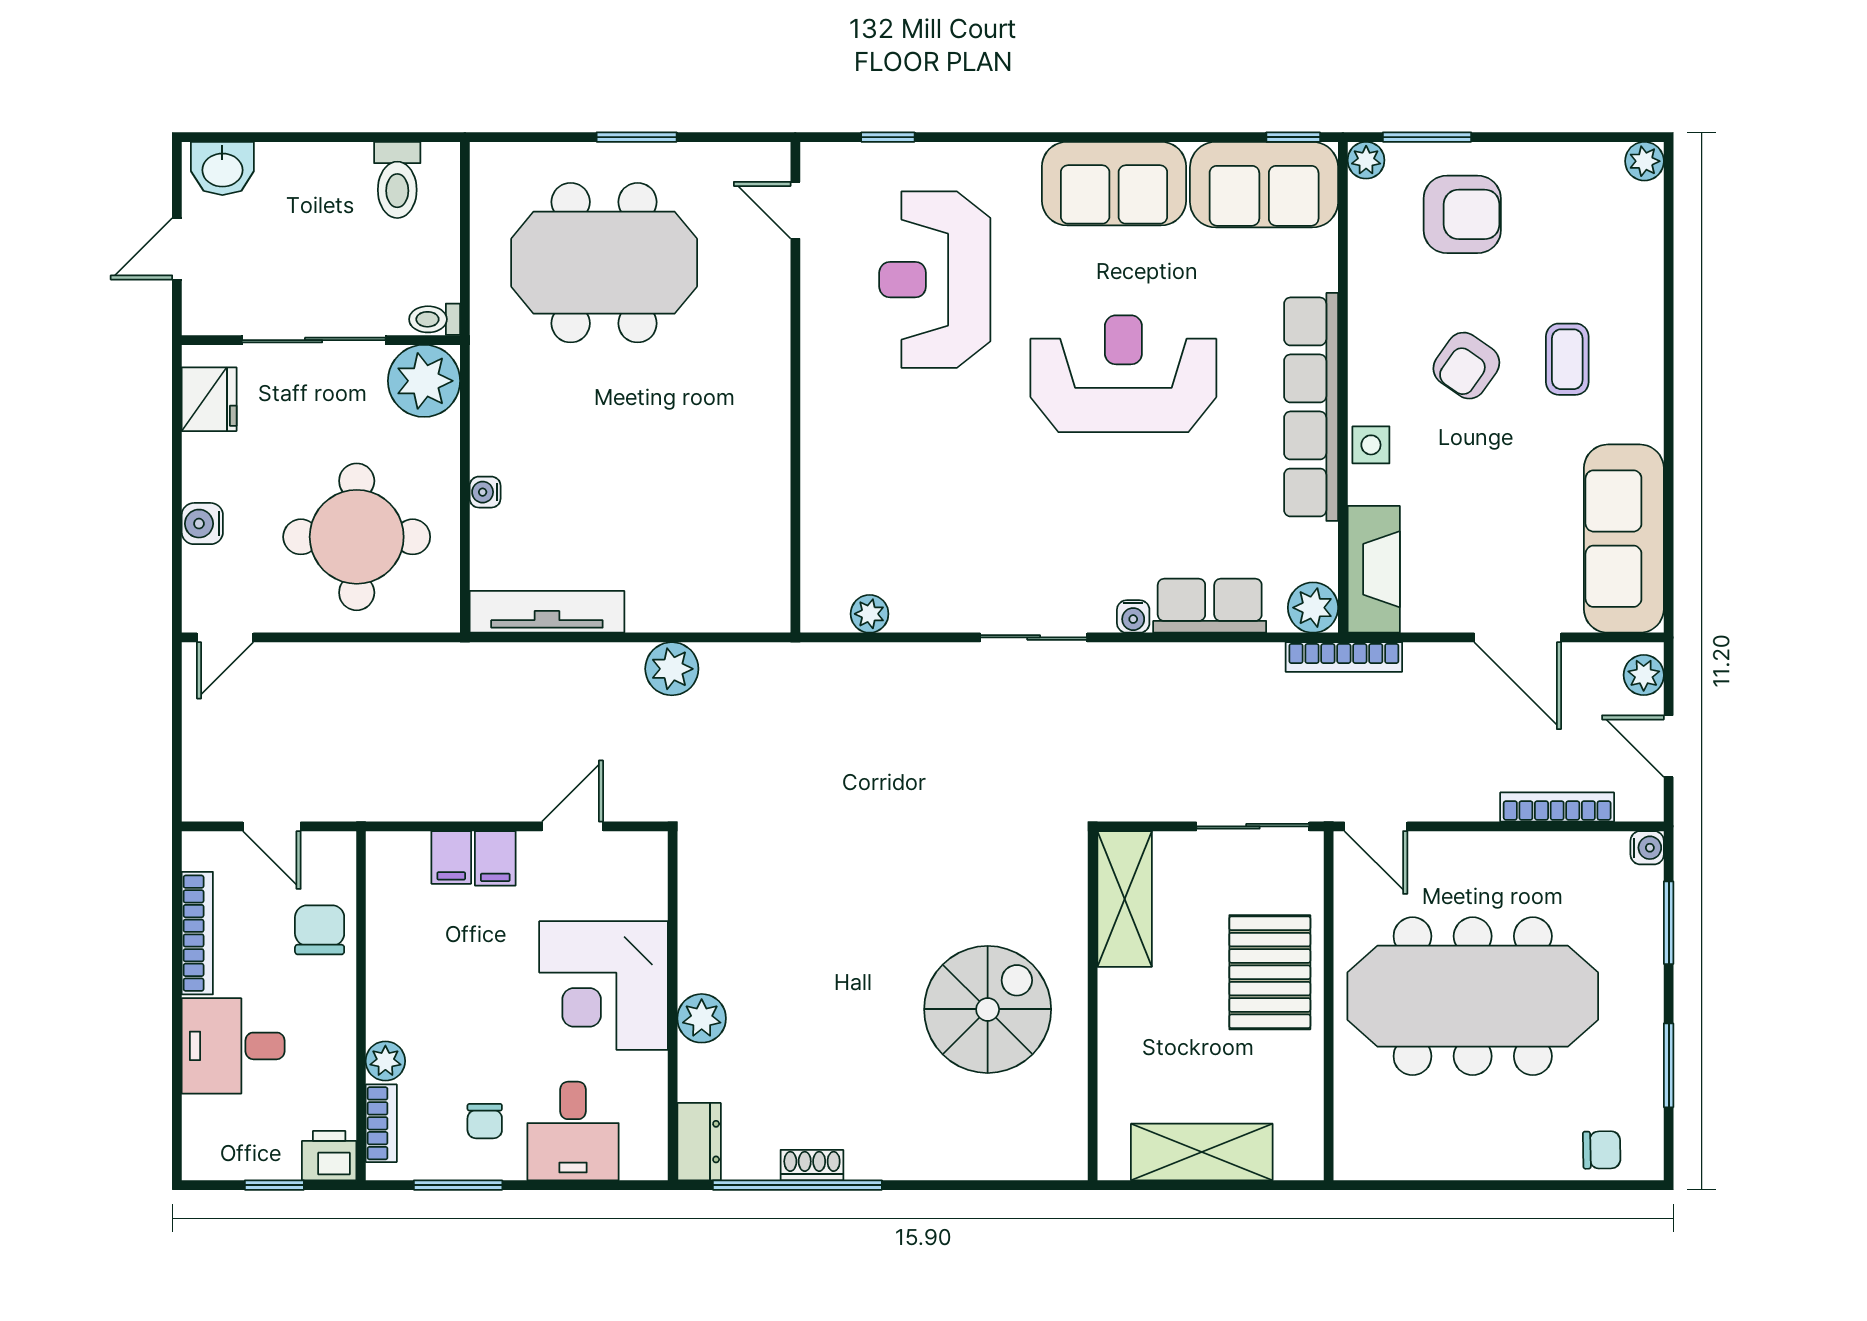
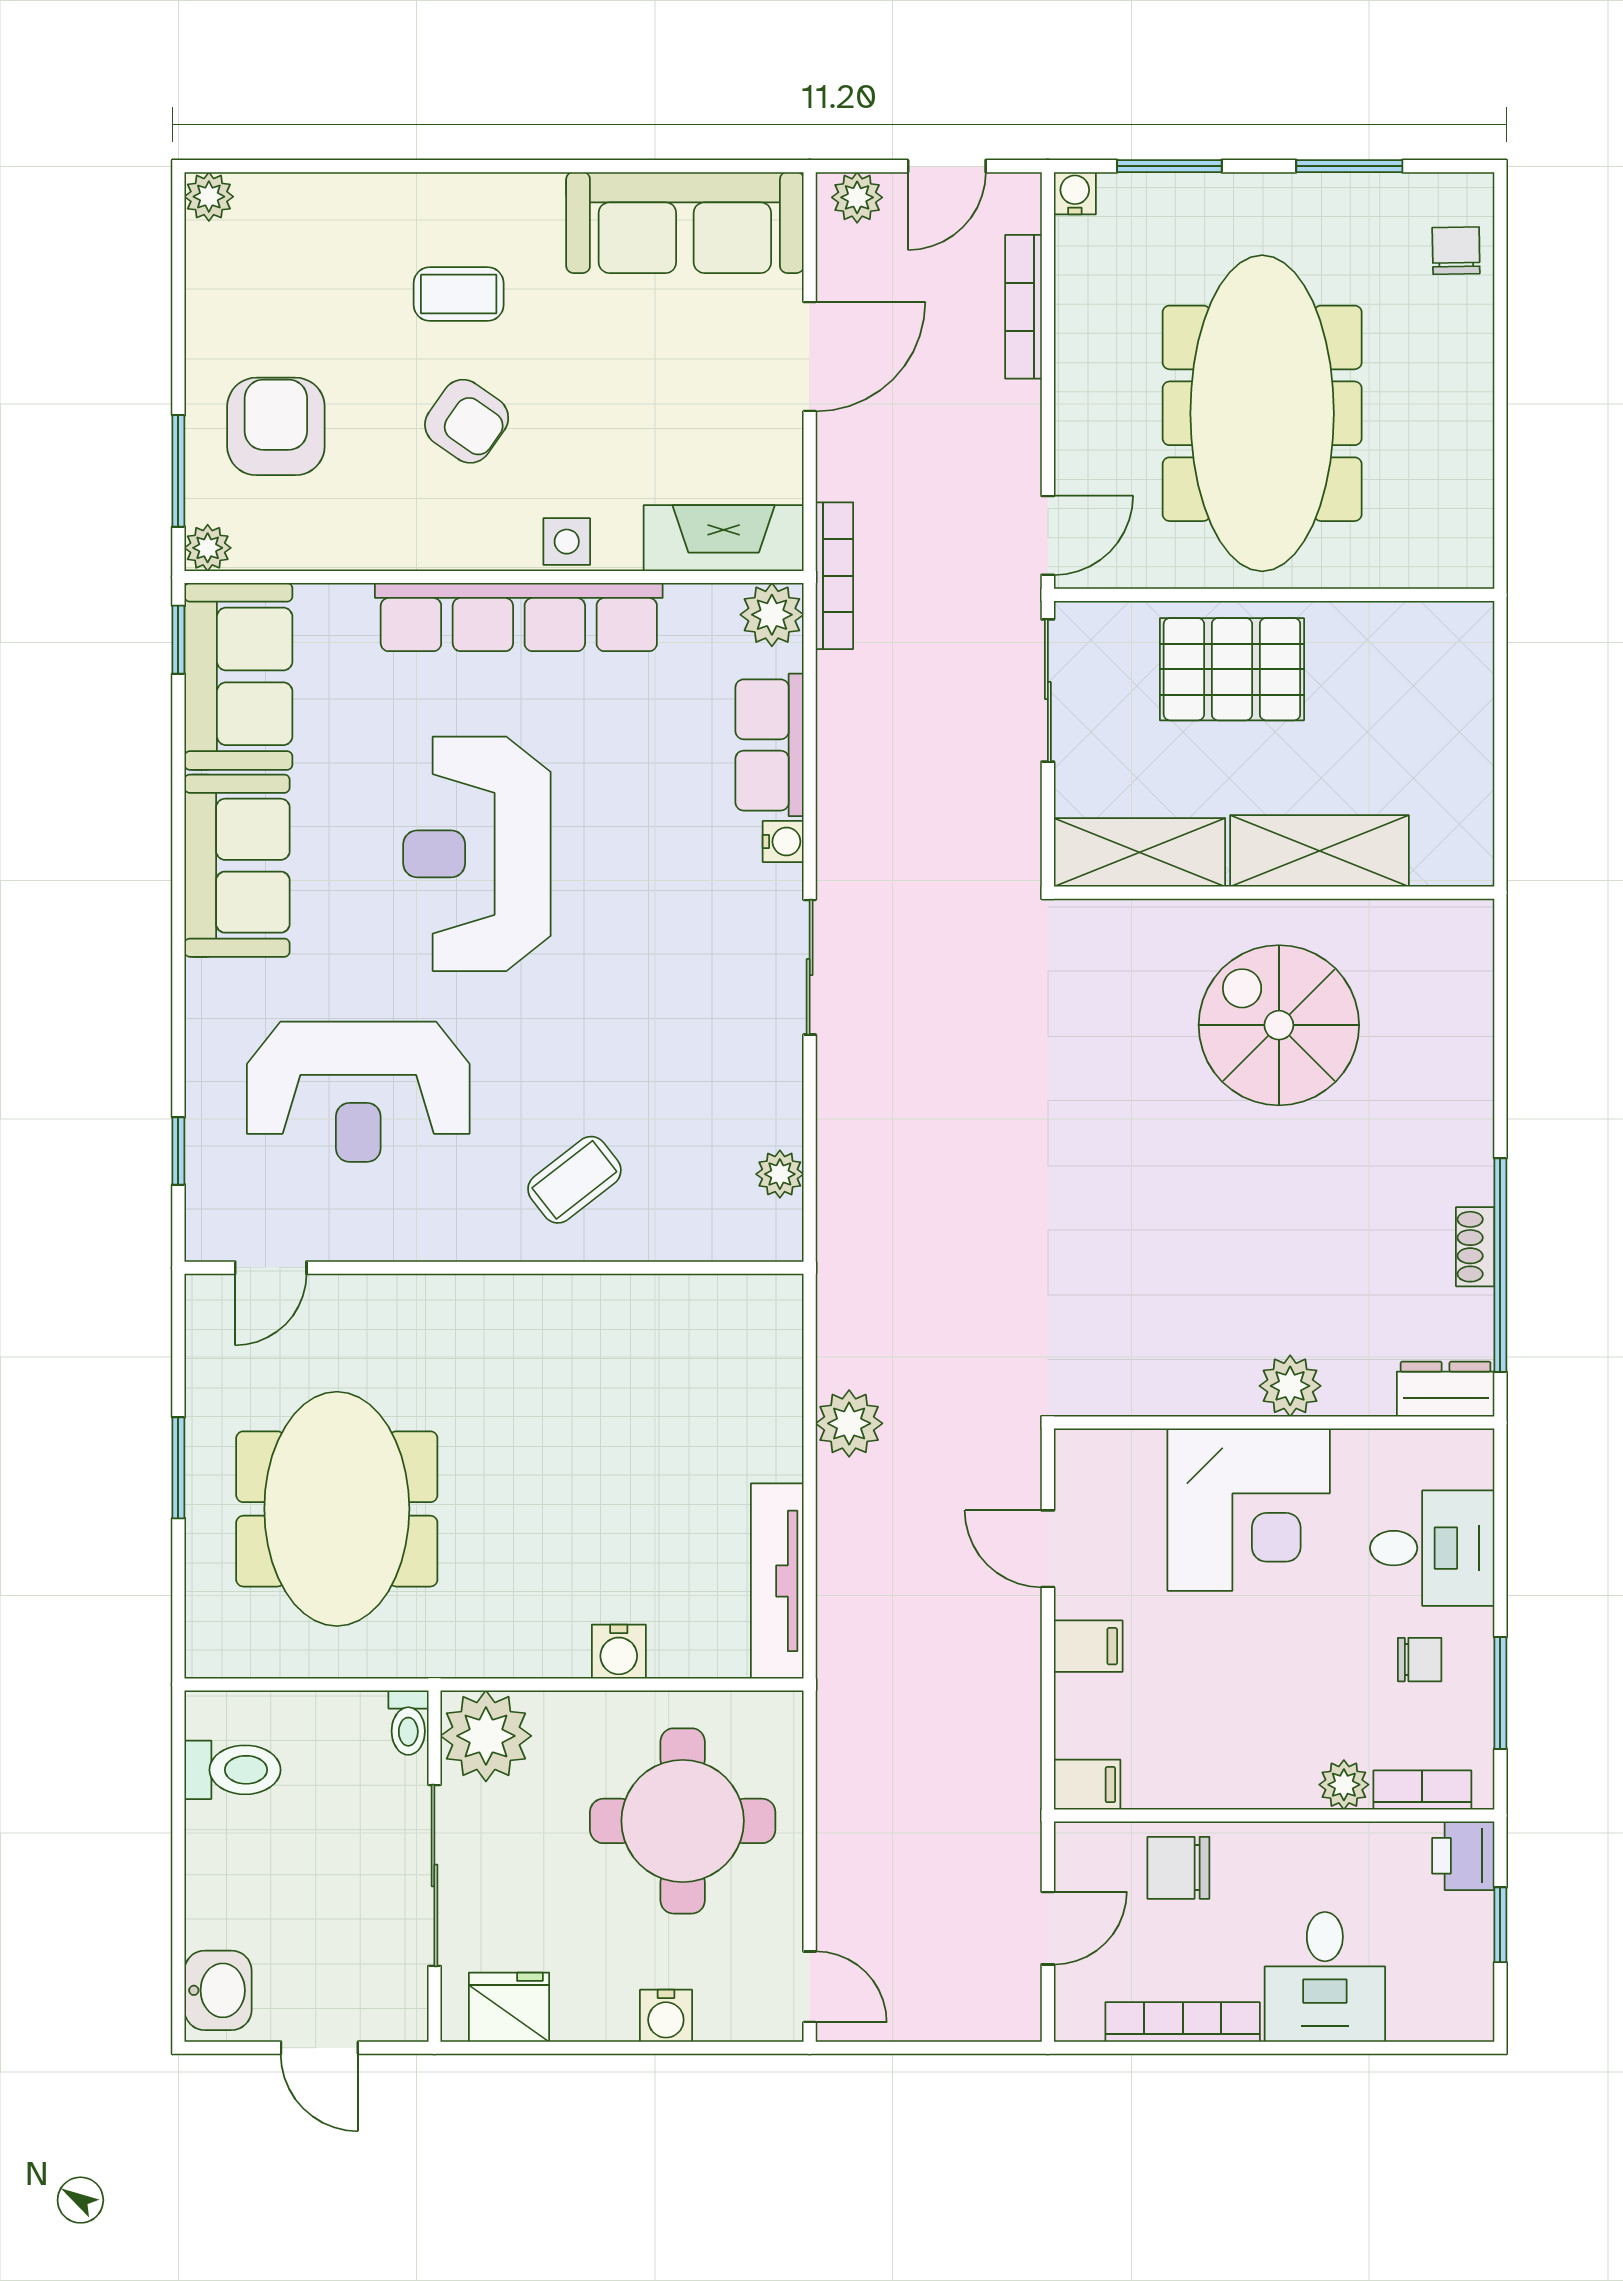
coffee table: (865, 451) -> (574, 1180), added
water cooler: (485, 492) -> (619, 1652), width x1.38, depth x1.38
filing cabinet: (451, 857) -> (1087, 1785), moved
shelving: (1202, 1152) -> (1319, 851), moved, turned 90

